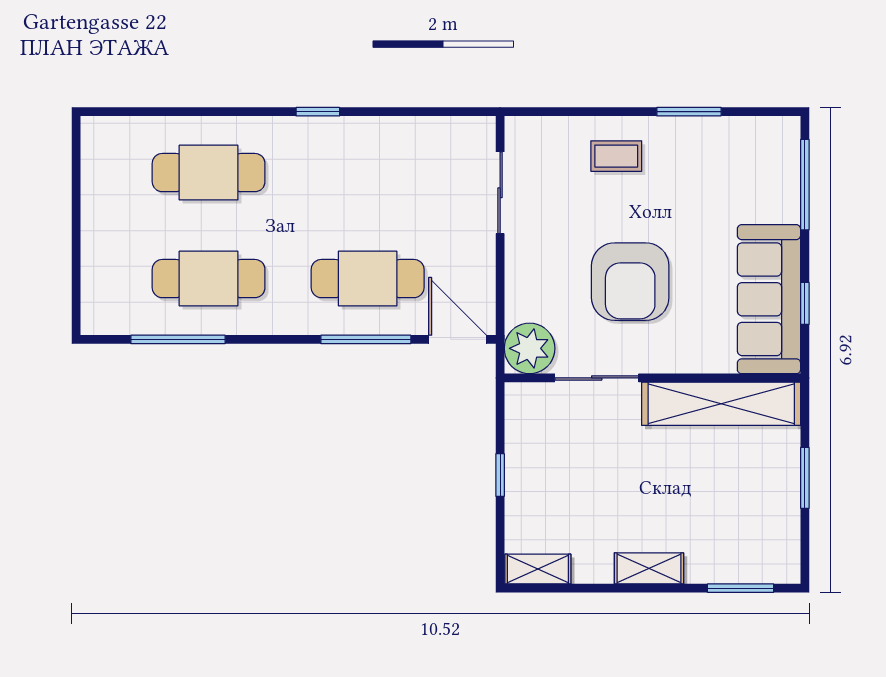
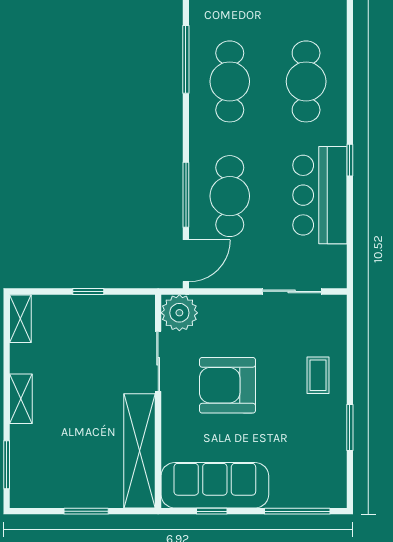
bar counter: (366, 153) -> (320, 195), added

